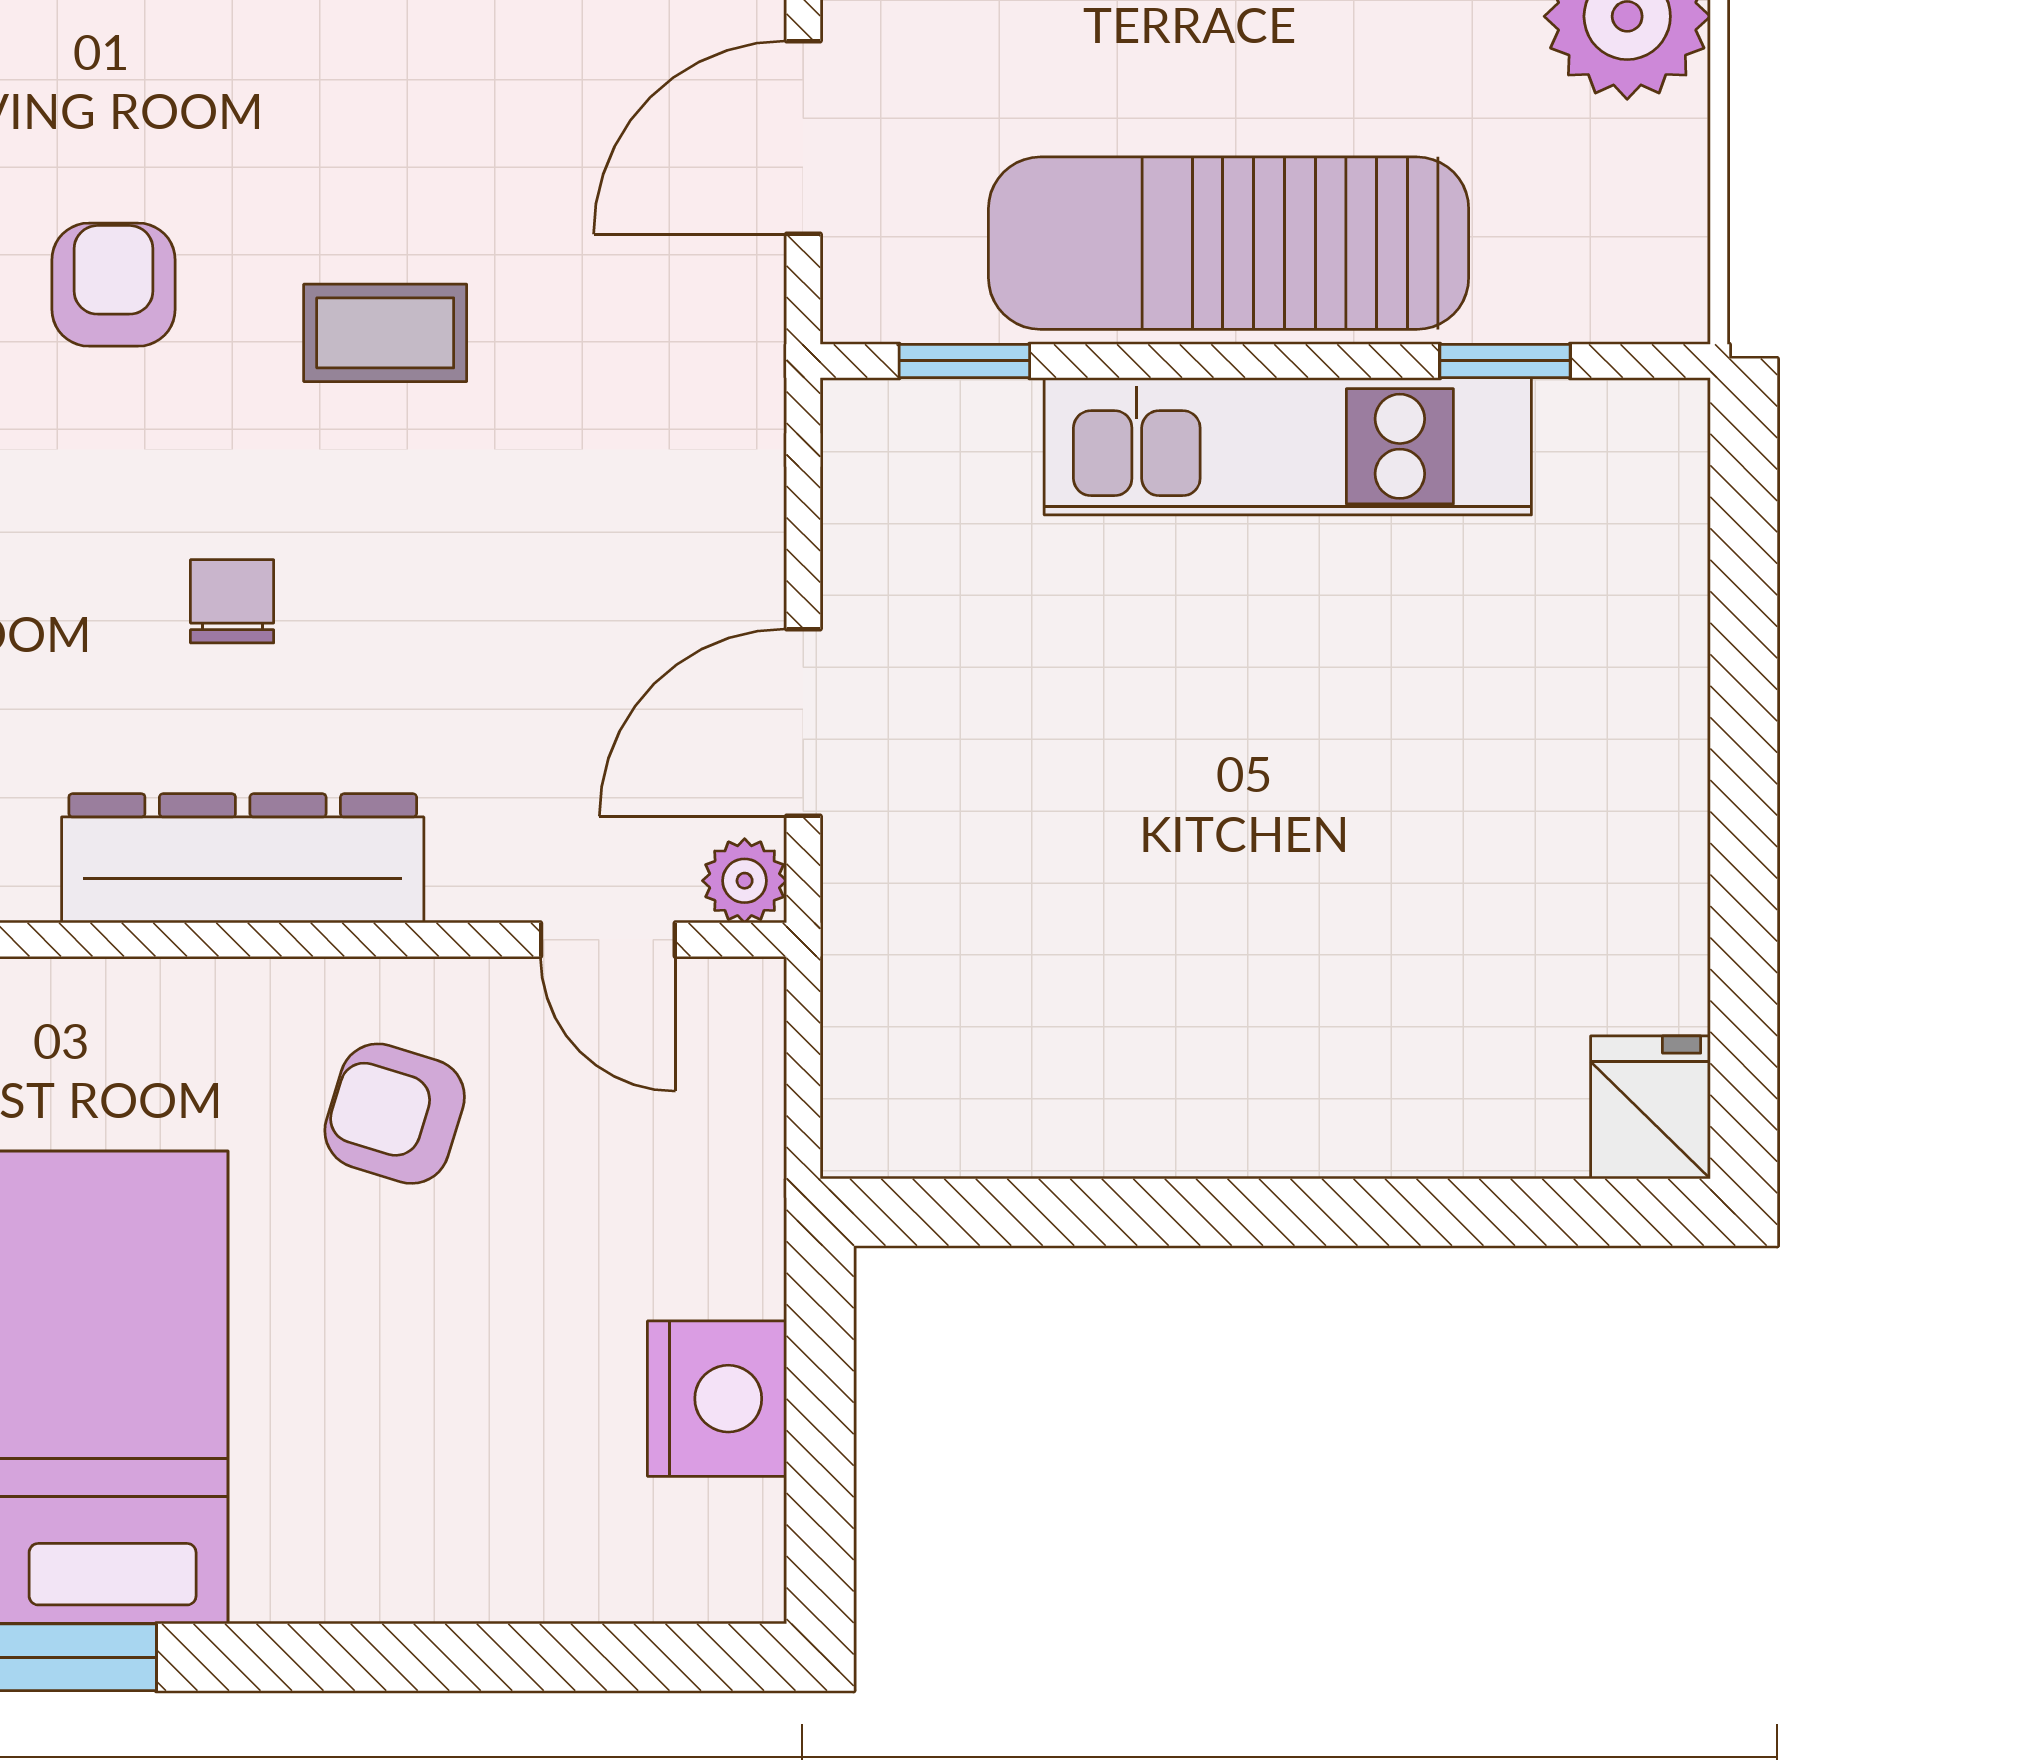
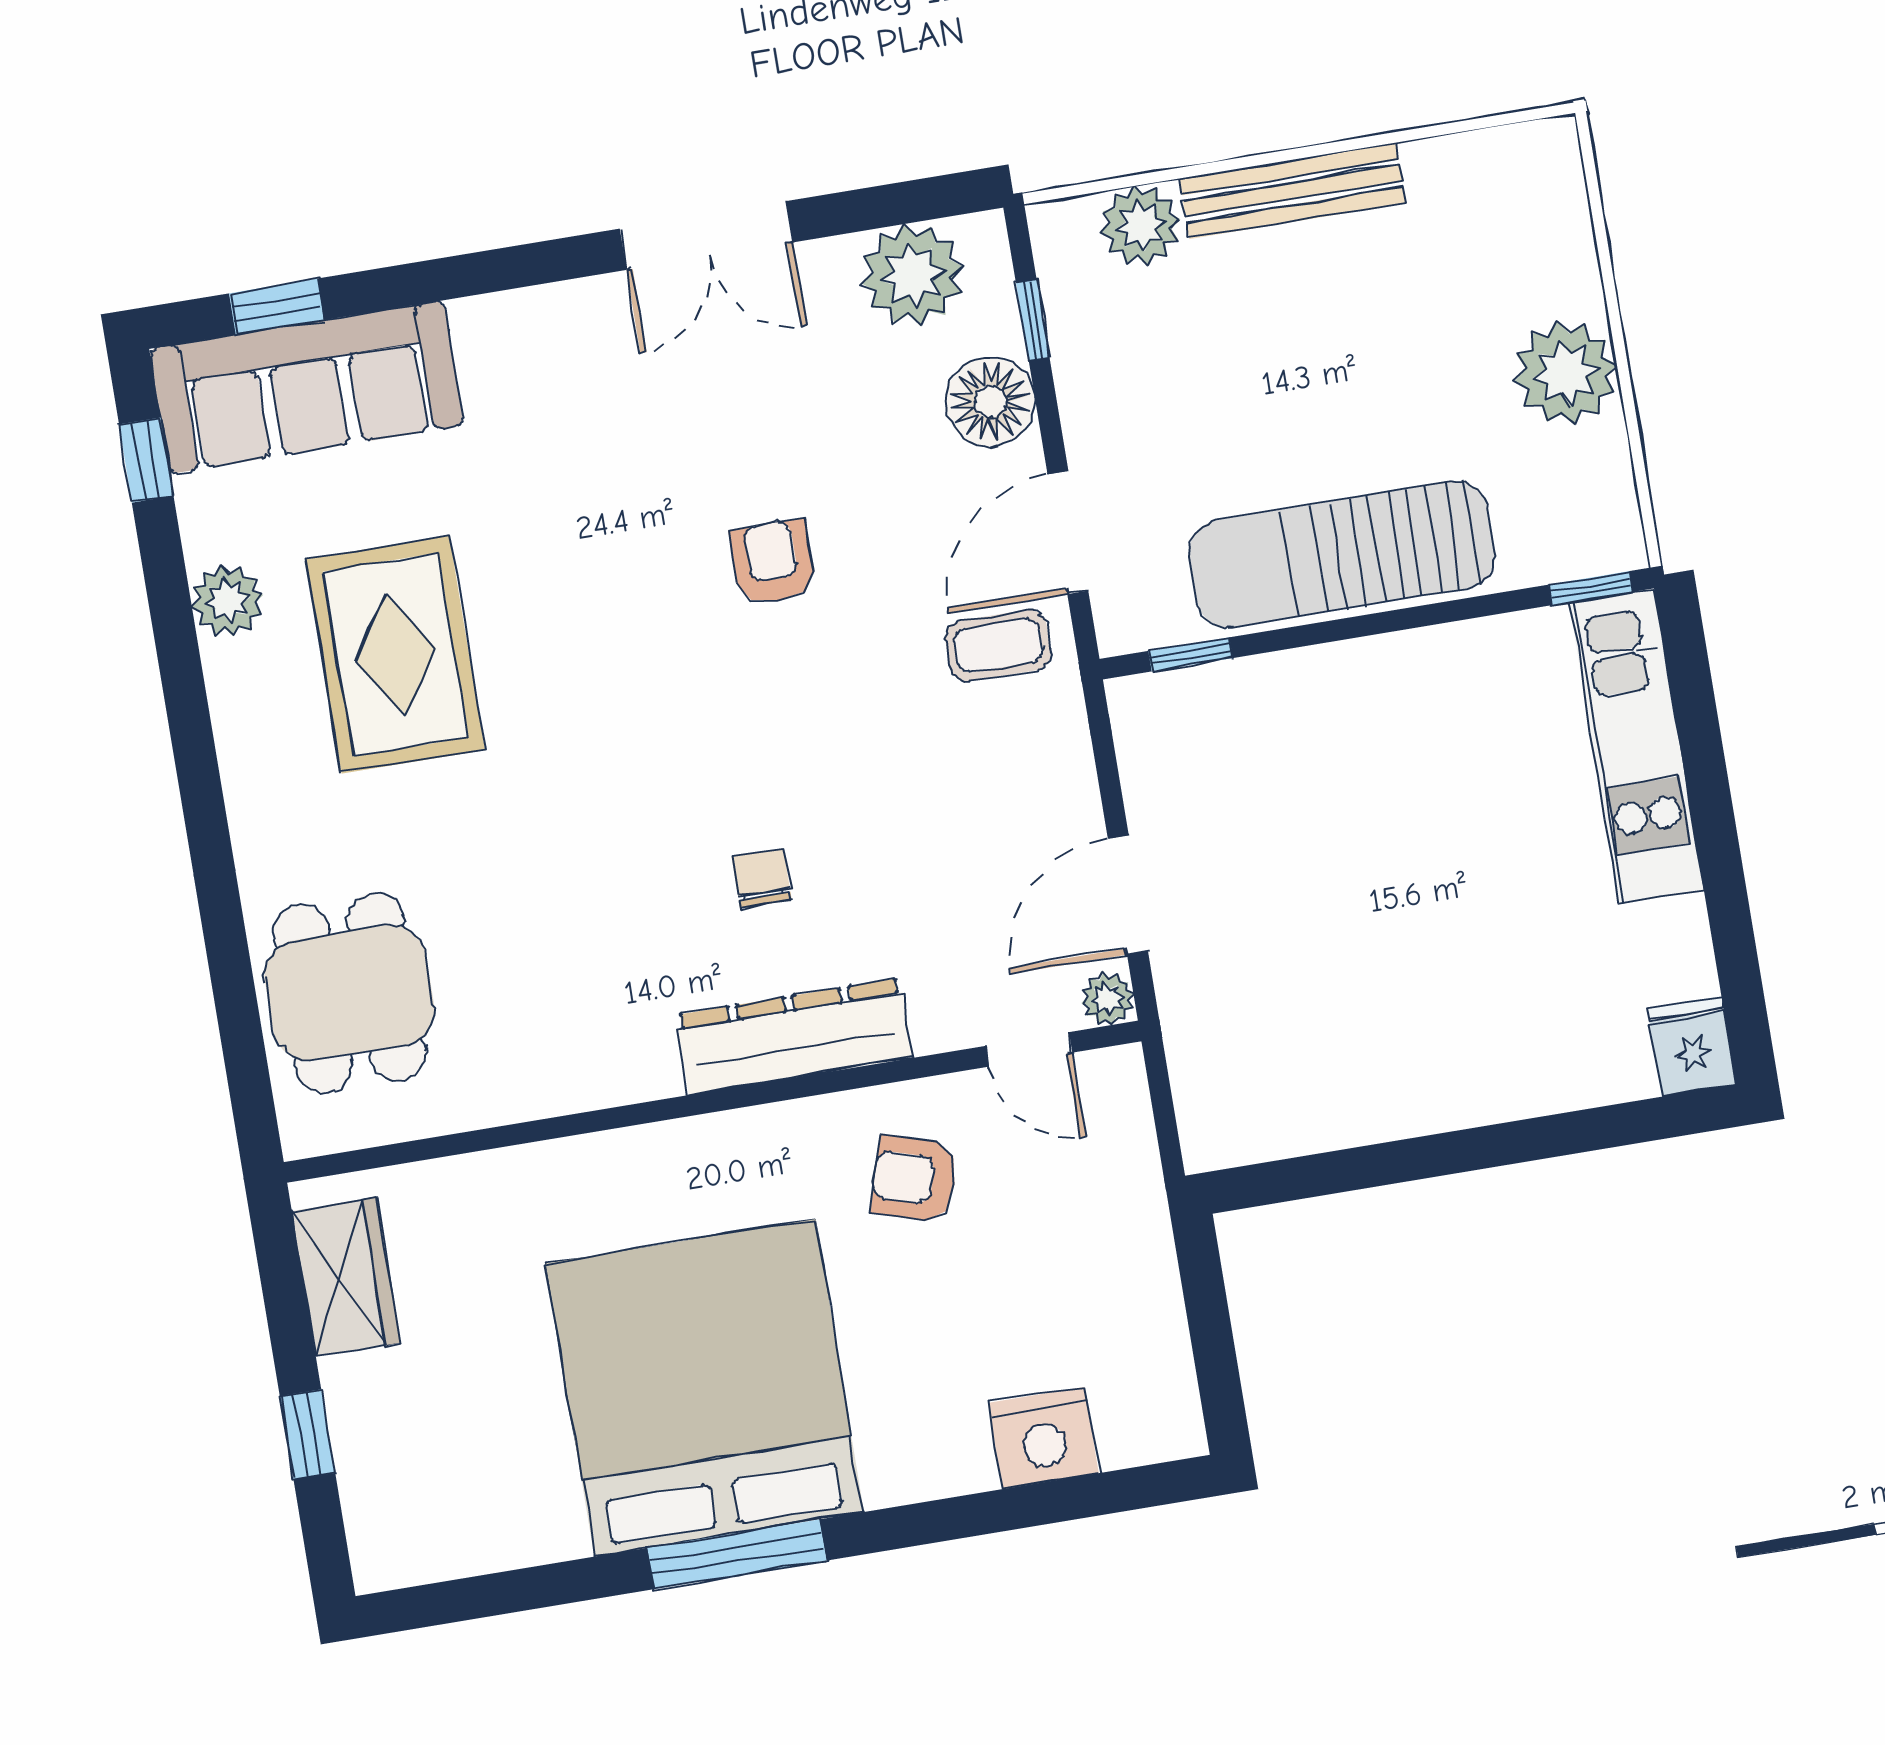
armchair: (114, 285) -> (772, 562), moved
coffee table: (385, 333) -> (998, 646), moved
window: (1505, 361) -> (1591, 588), moved
kitchen unit: (1288, 446) -> (1637, 746), moved, turned 90
nightstand: (717, 1399) -> (1043, 1438), moved, turned 90

